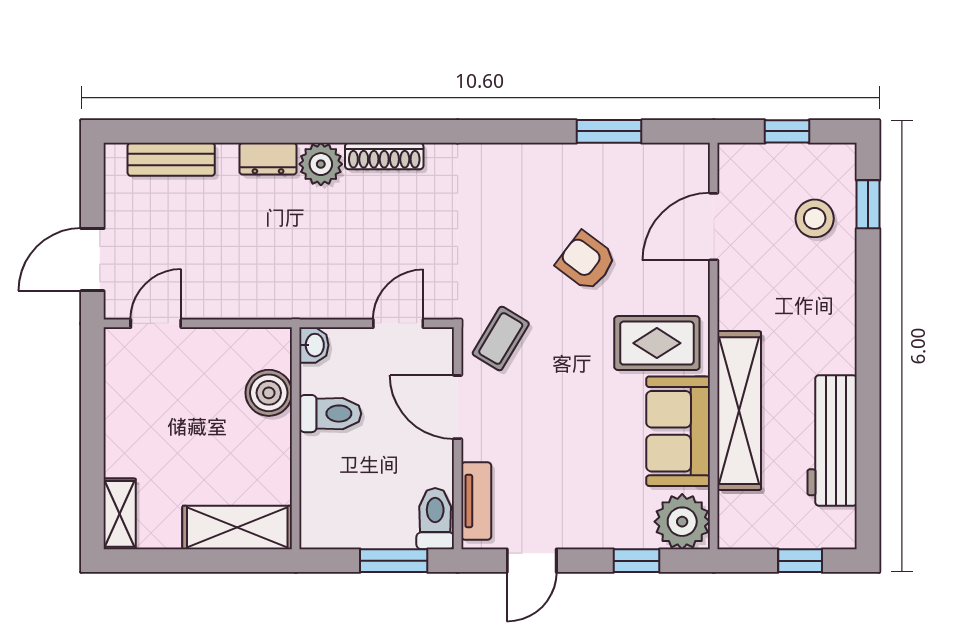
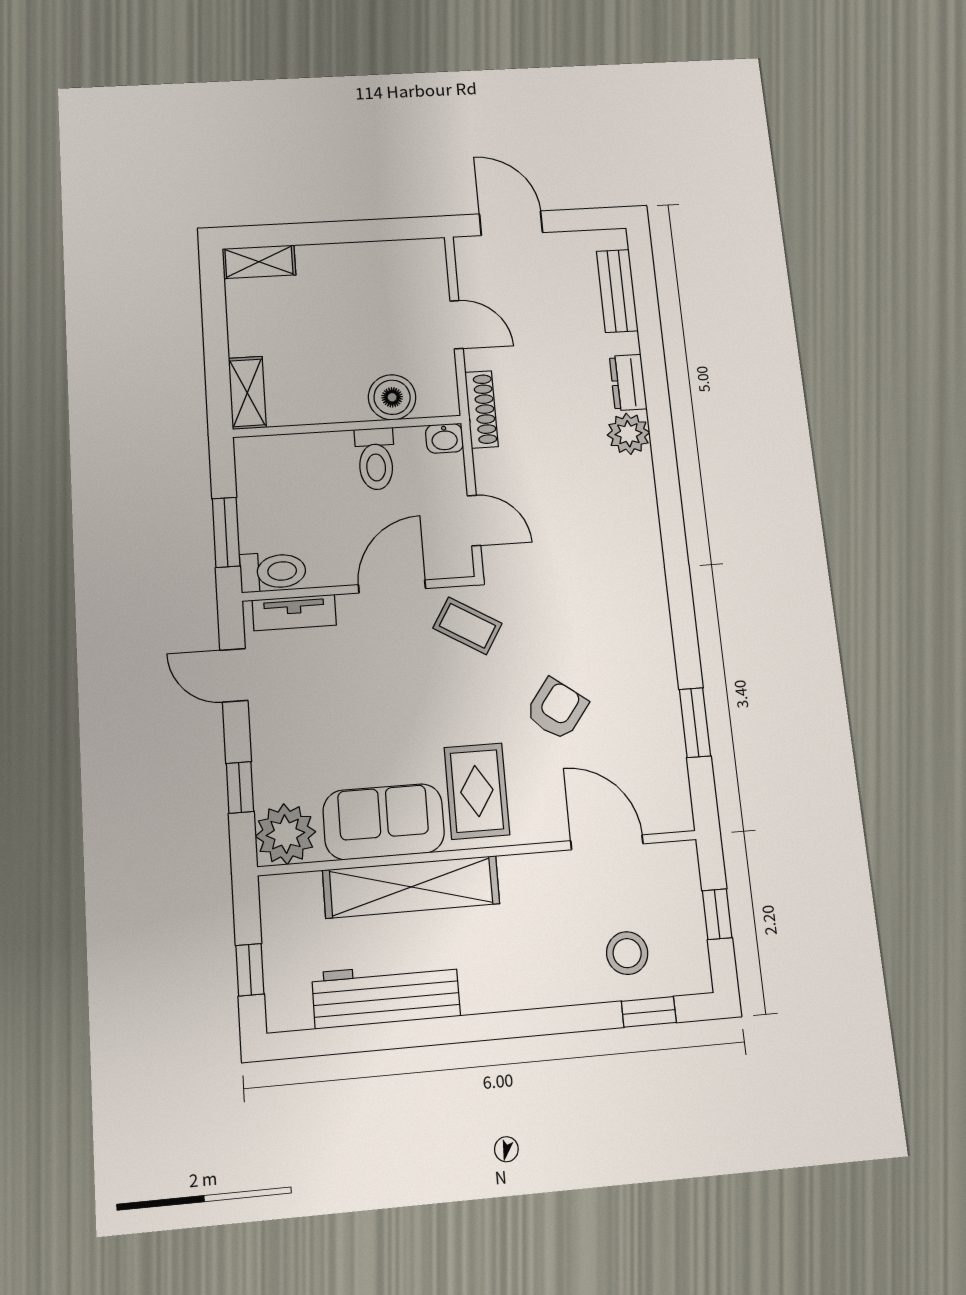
shoe rack: (384, 156) -> (481, 409), moved, turned 180
door: (156, 323) -> (457, 325), moved
shelving: (237, 527) -> (247, 393), width x0.67, depth x0.75

